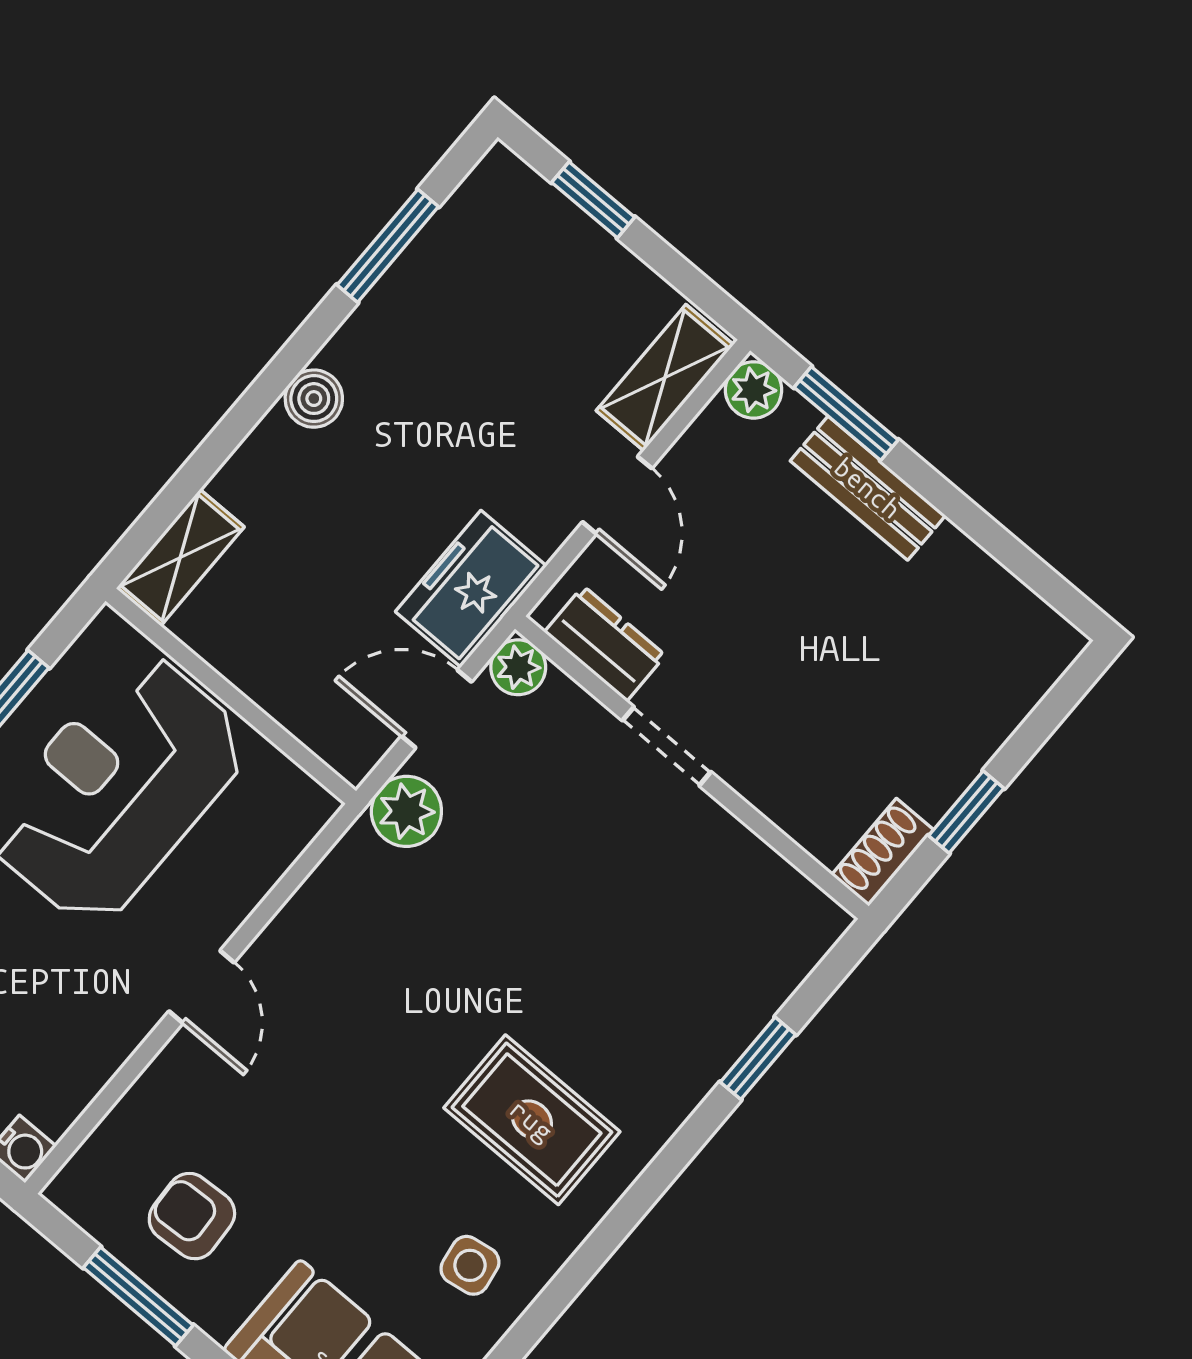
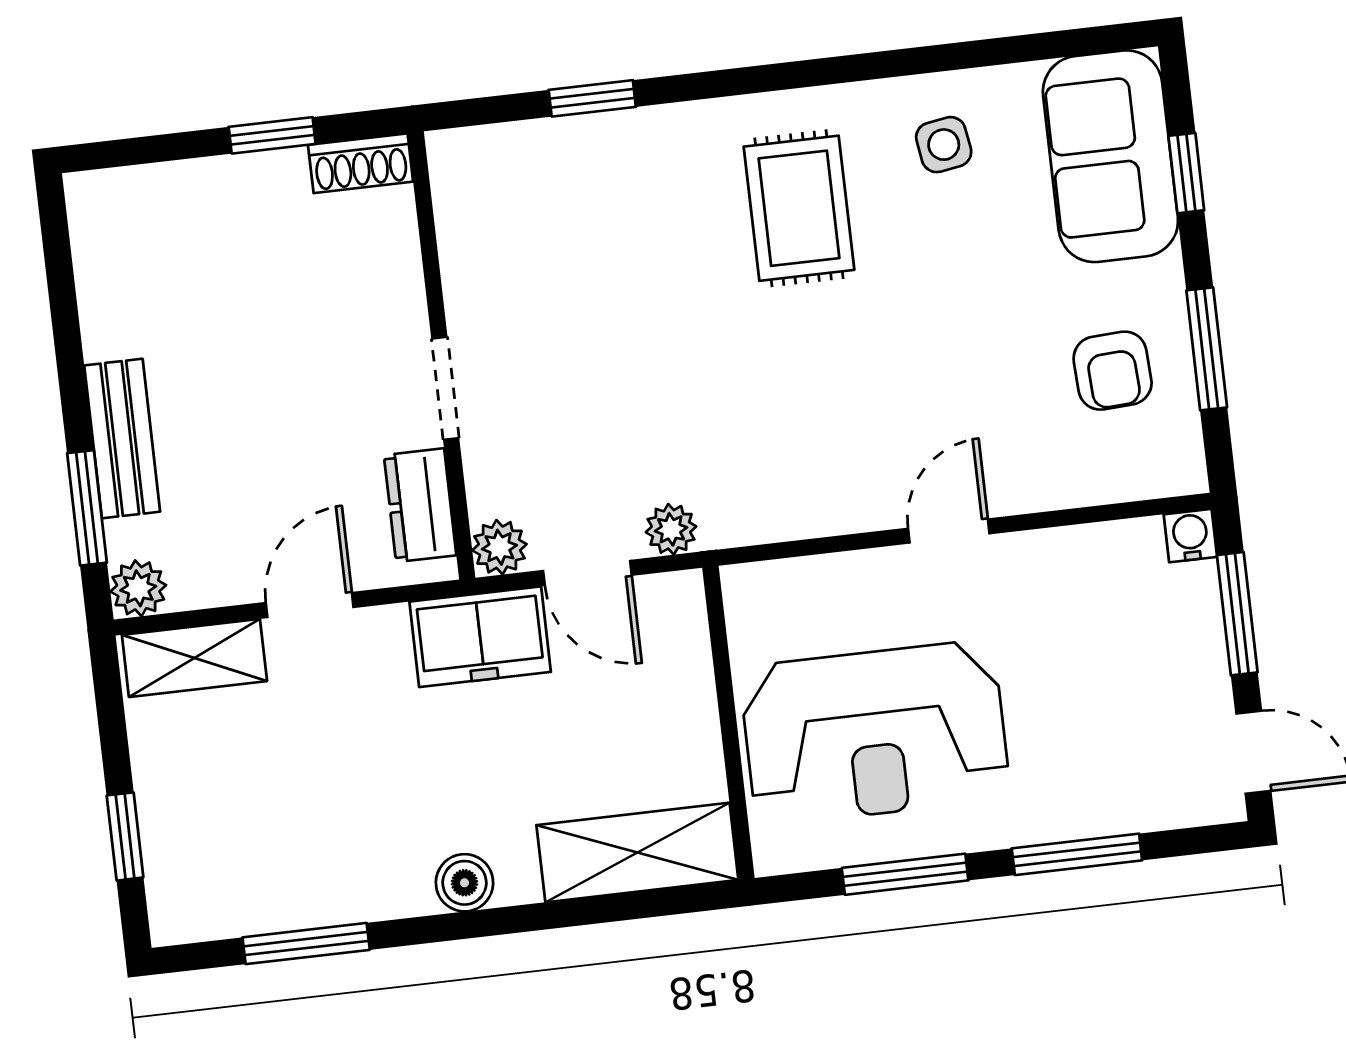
shelving: (180, 558) -> (637, 852), width x1.50, depth x1.33
plant: (406, 811) -> (671, 529), width x0.73, depth x0.73

